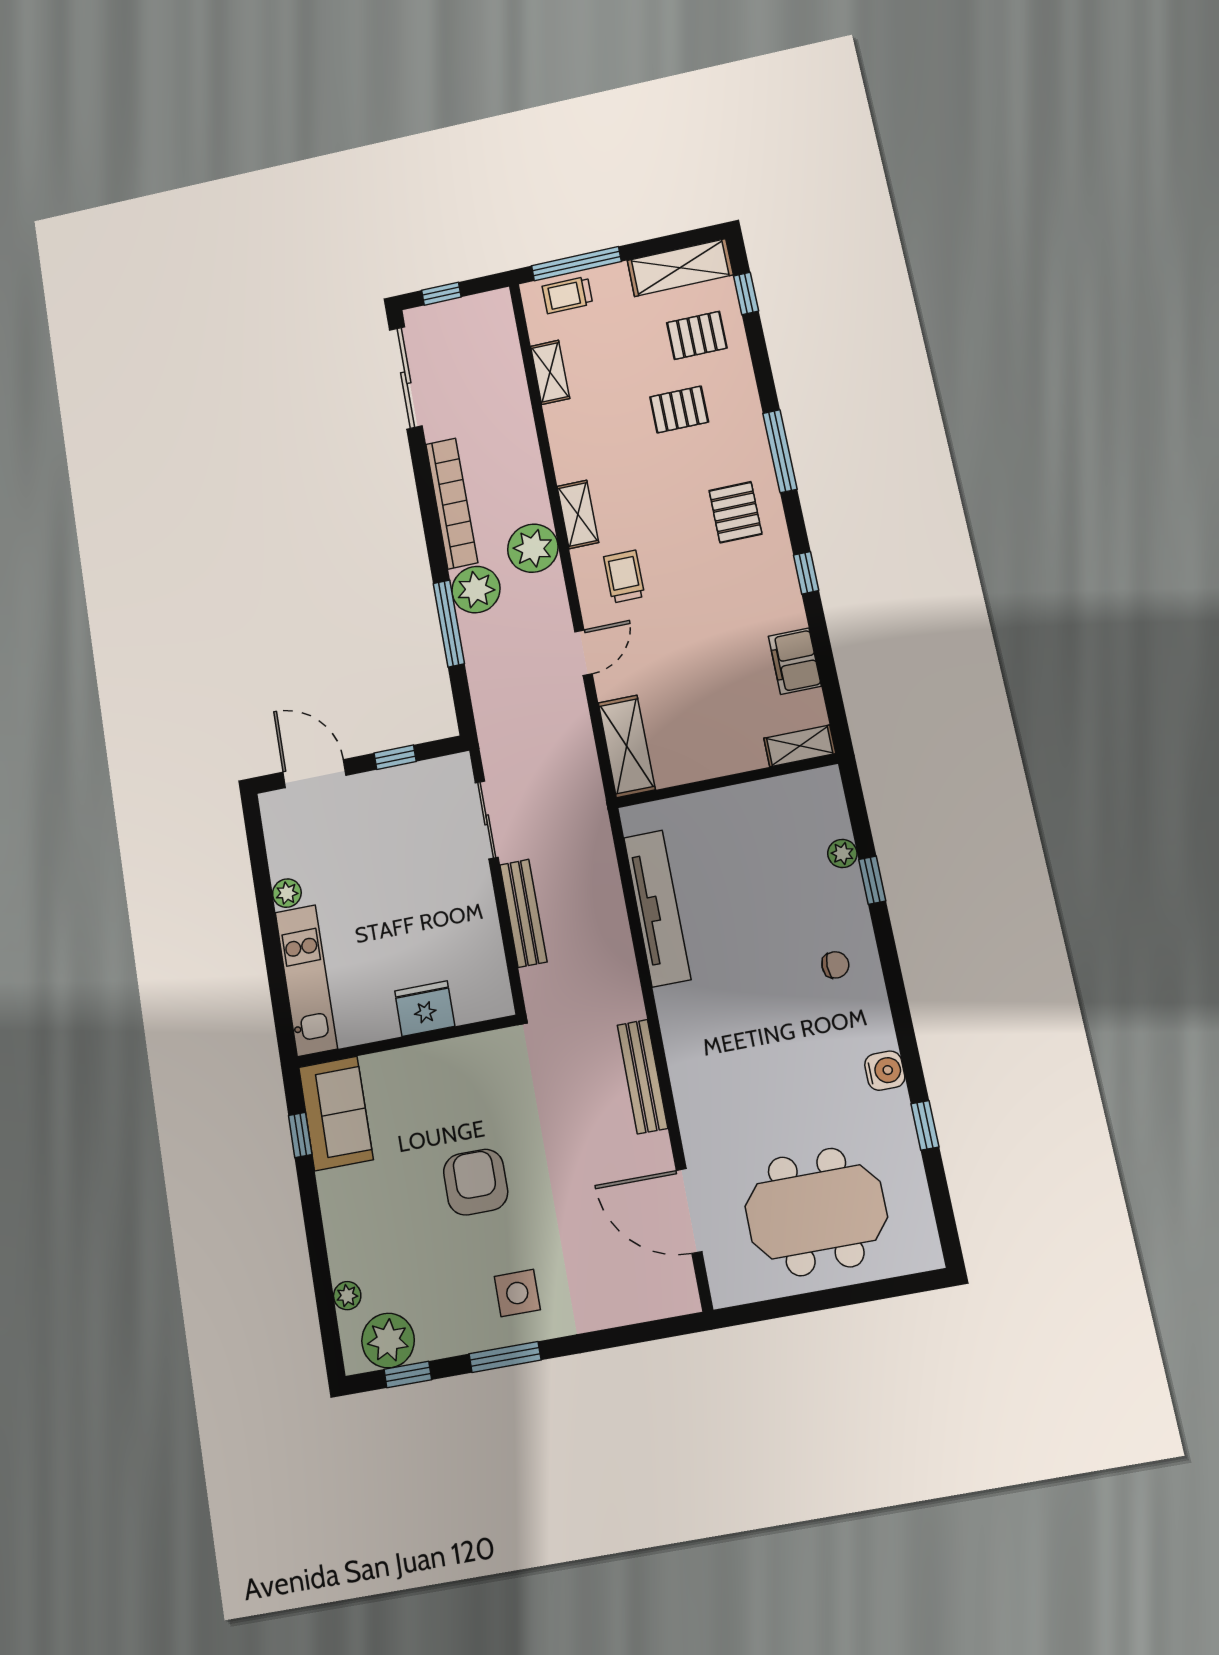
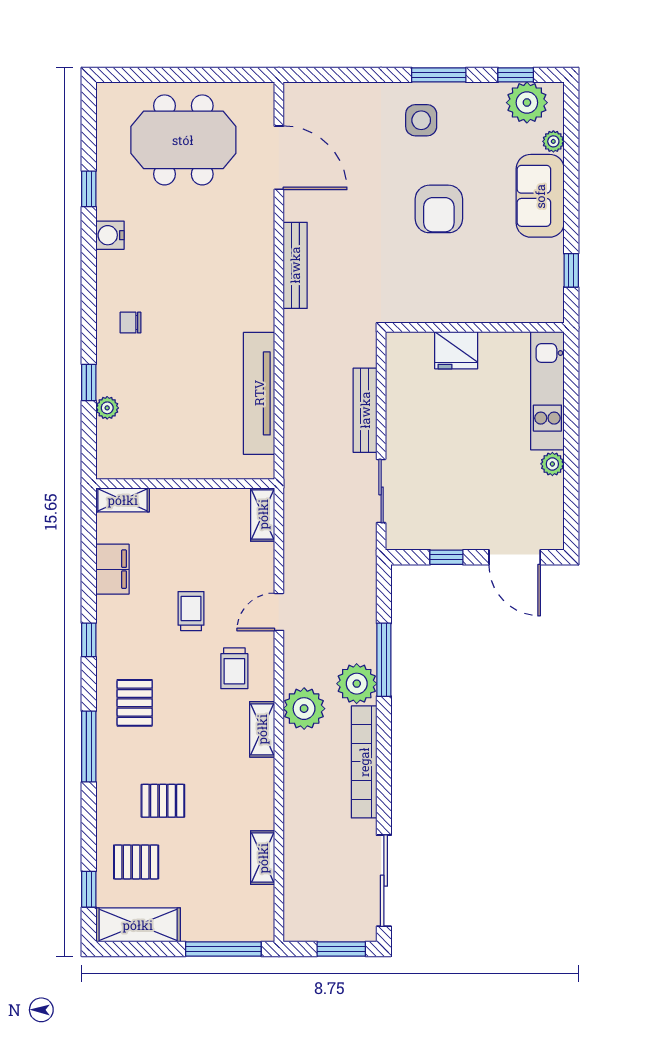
window: (441, 294) -> (341, 949), width x1.50
trolley: (567, 295) -> (191, 611), moved, turned -90
shelving: (627, 746) -> (263, 514), width x0.67, depth x0.75
sofa: (336, 1113) -> (540, 196), moved

